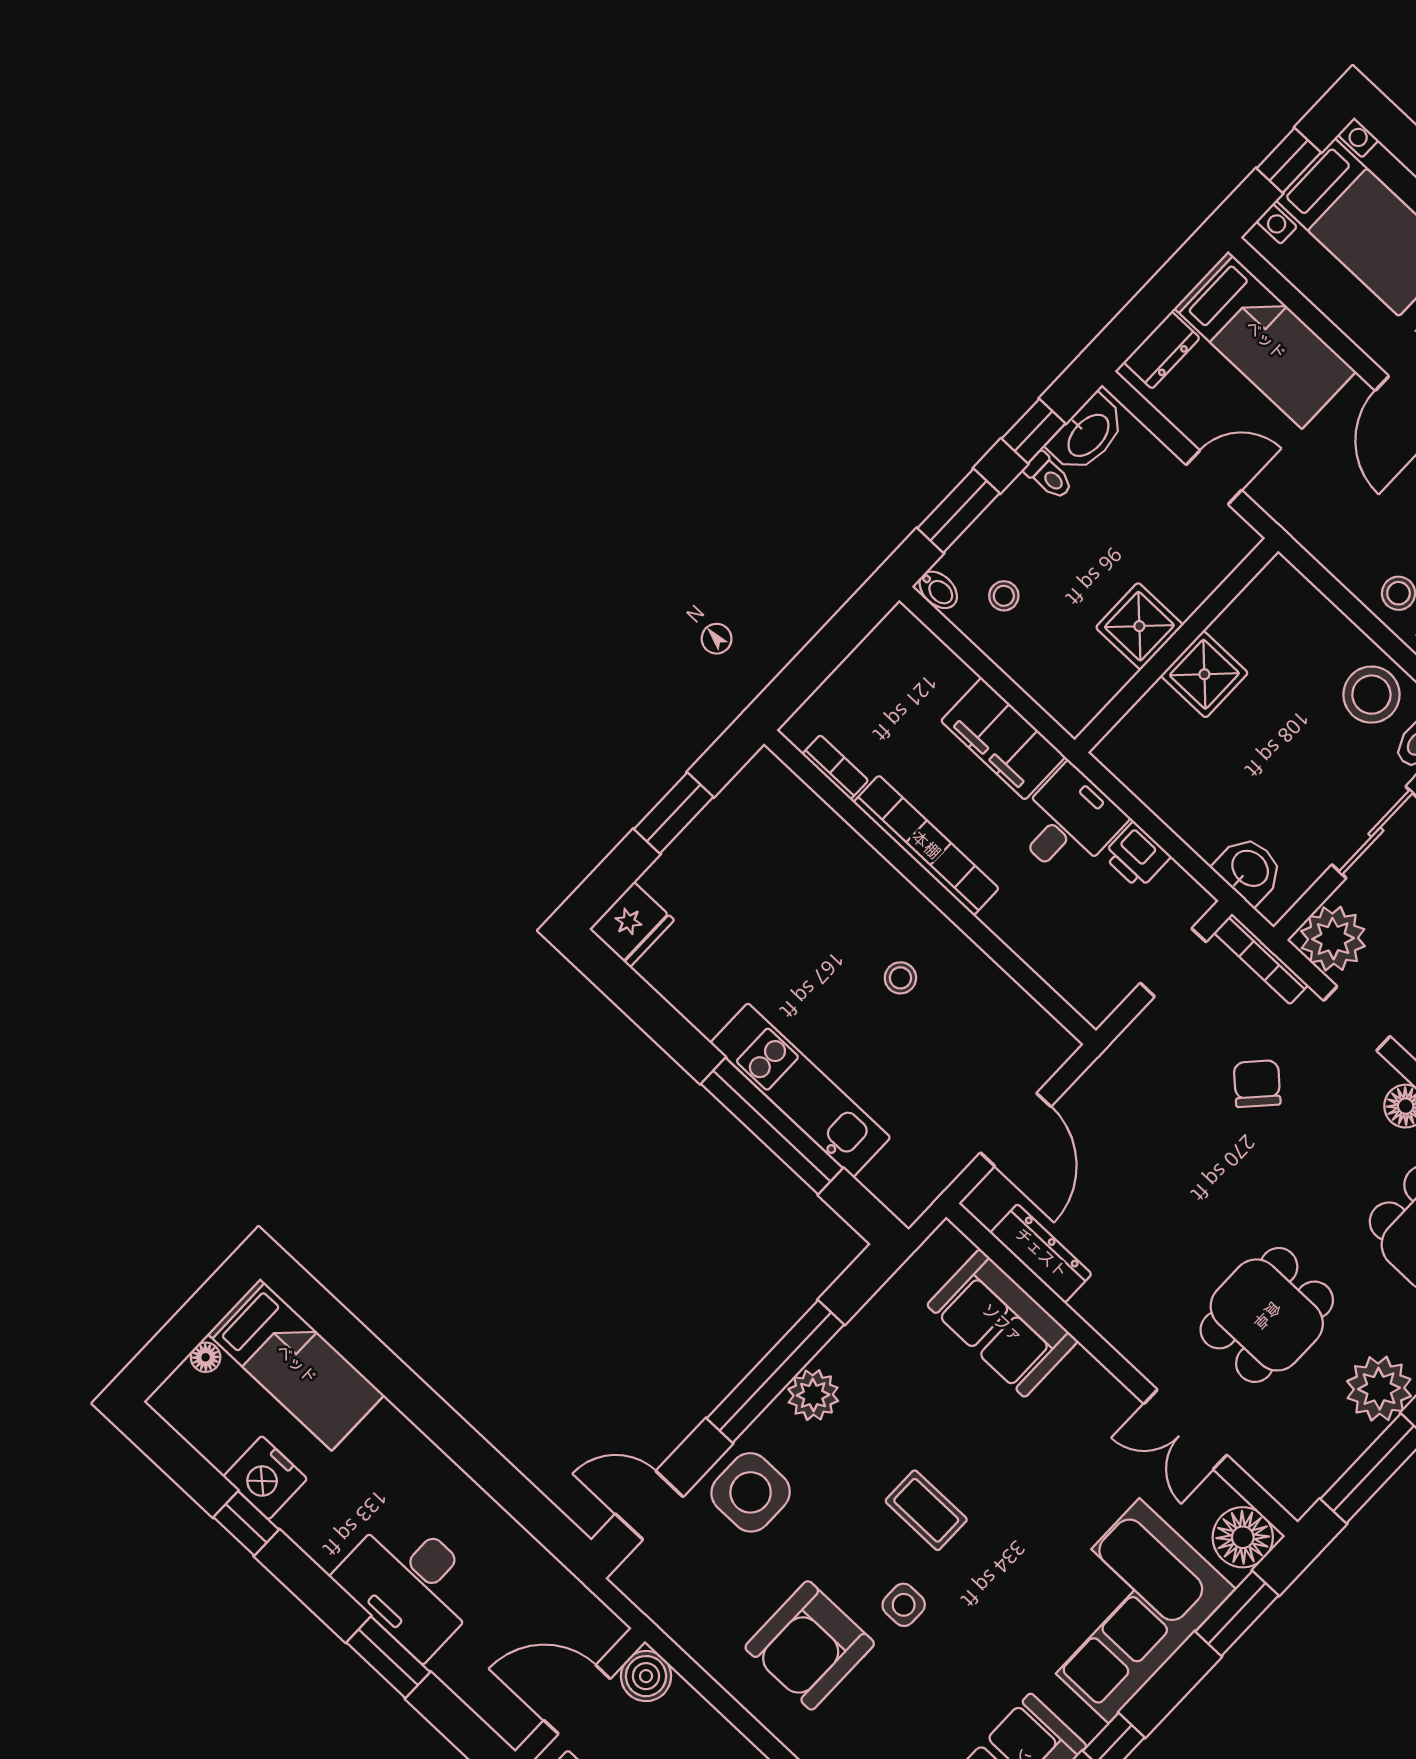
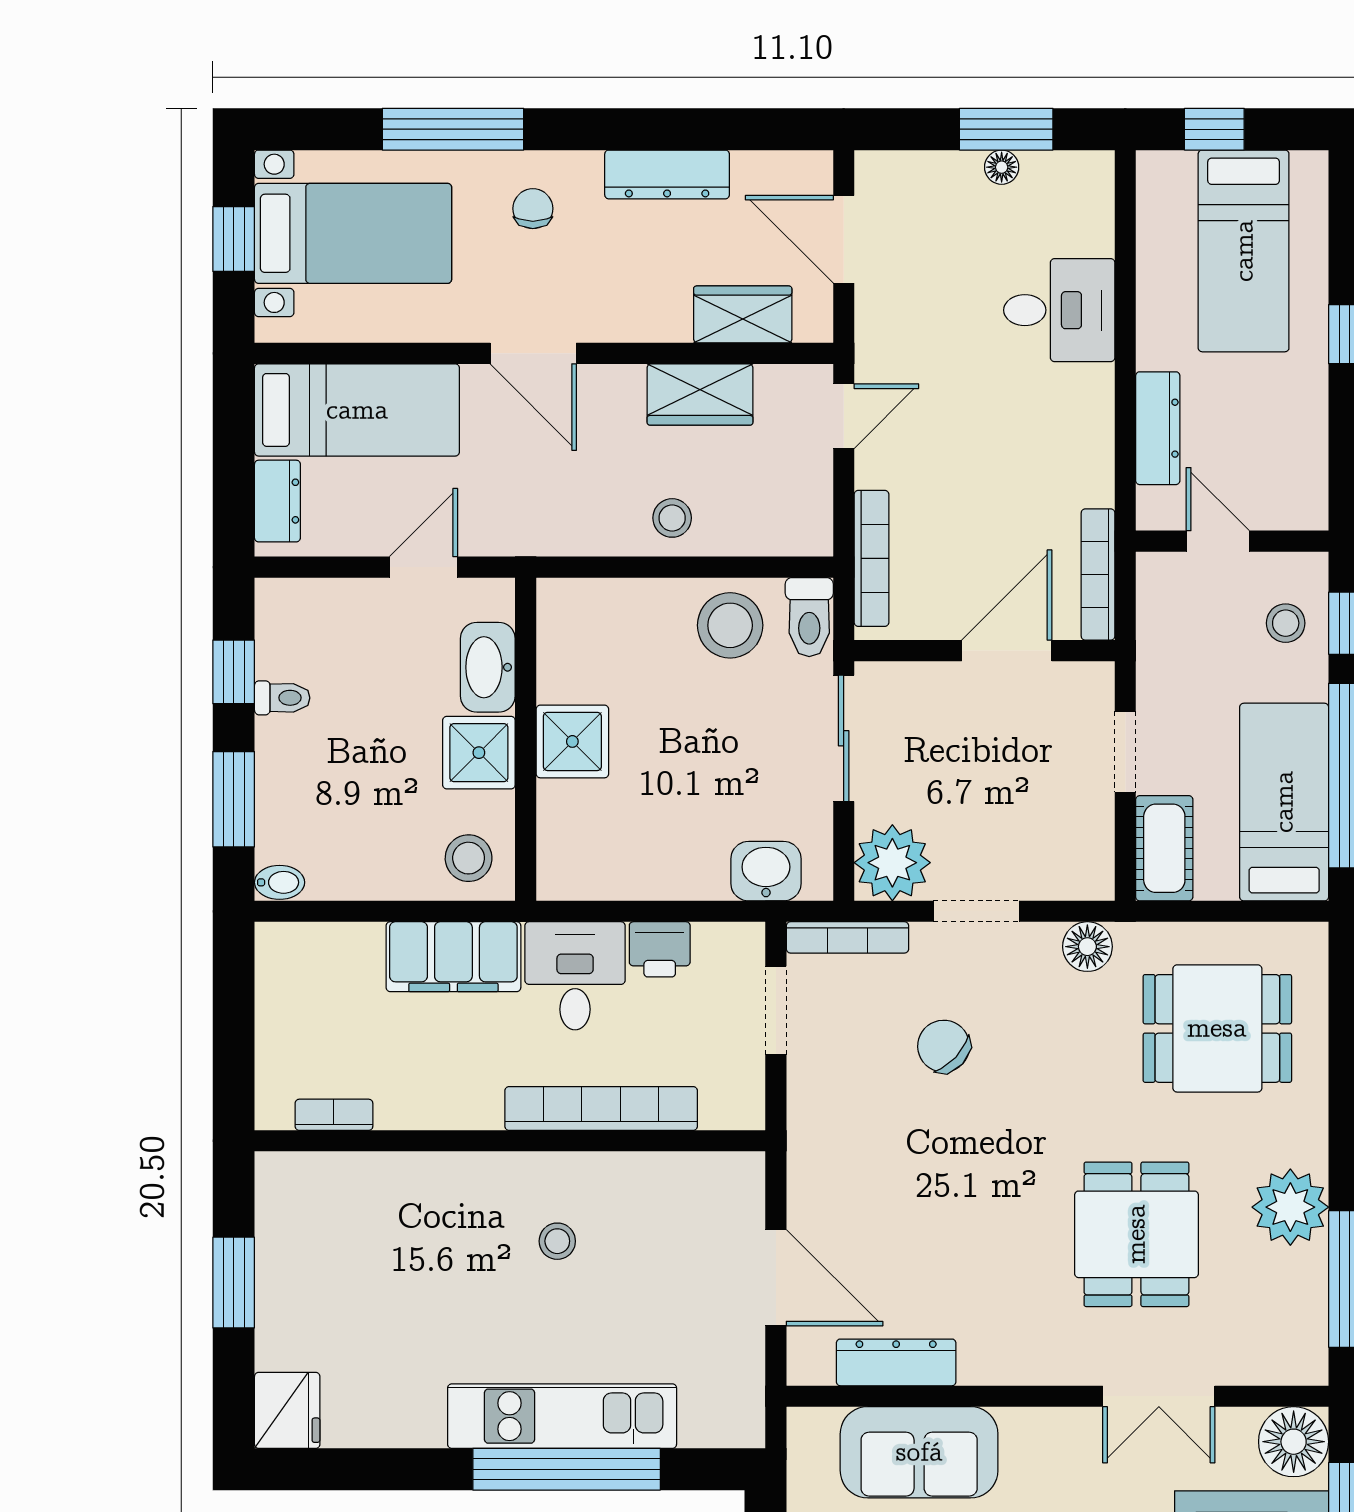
washbasin: (1087, 434) -> (488, 667), moved, turned 180
stool: (1004, 596) -> (469, 858), moved, width x1.37, depth x1.37
bookcase: (926, 845) -> (601, 1108), moved

